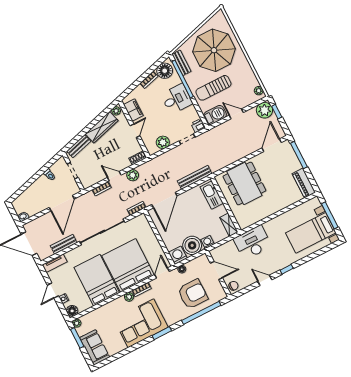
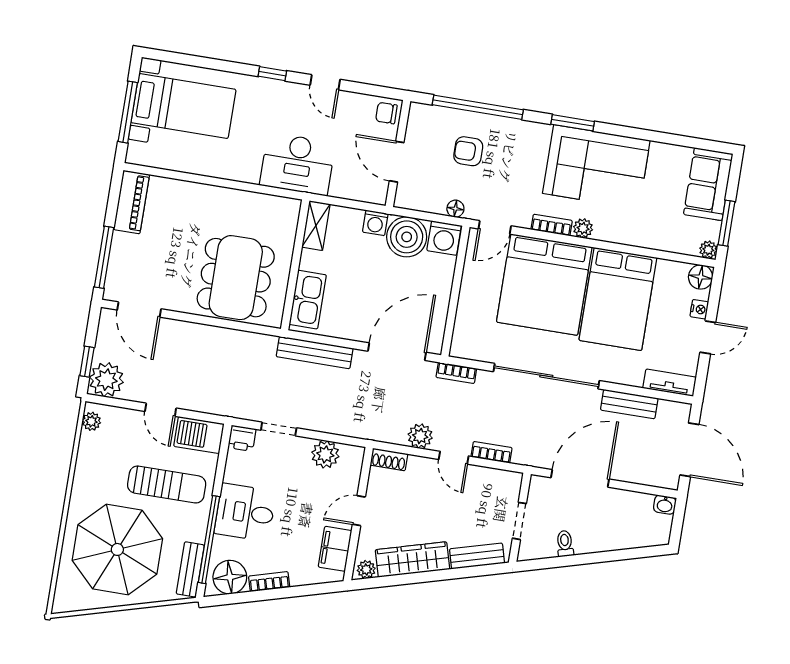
door: (272, 145) -> (139, 309), hinge flipped
armchair: (193, 294) -> (468, 151), width x0.53, depth x0.53

